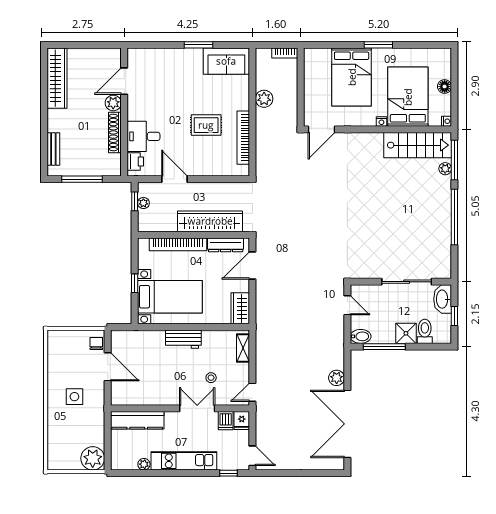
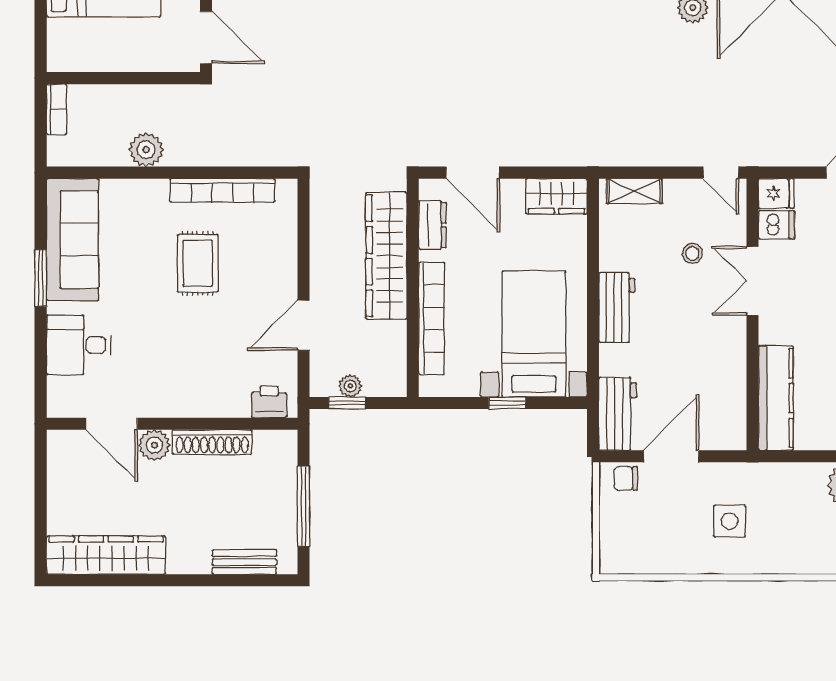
sofa: (226, 61) -> (73, 240), width x1.36
desk: (144, 136) -> (79, 345), moved, turned 90
dresser: (226, 245) -> (432, 225), width x0.70
workbench: (129, 340) -> (618, 414), added

